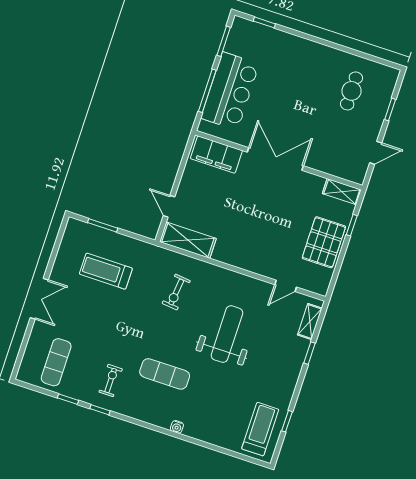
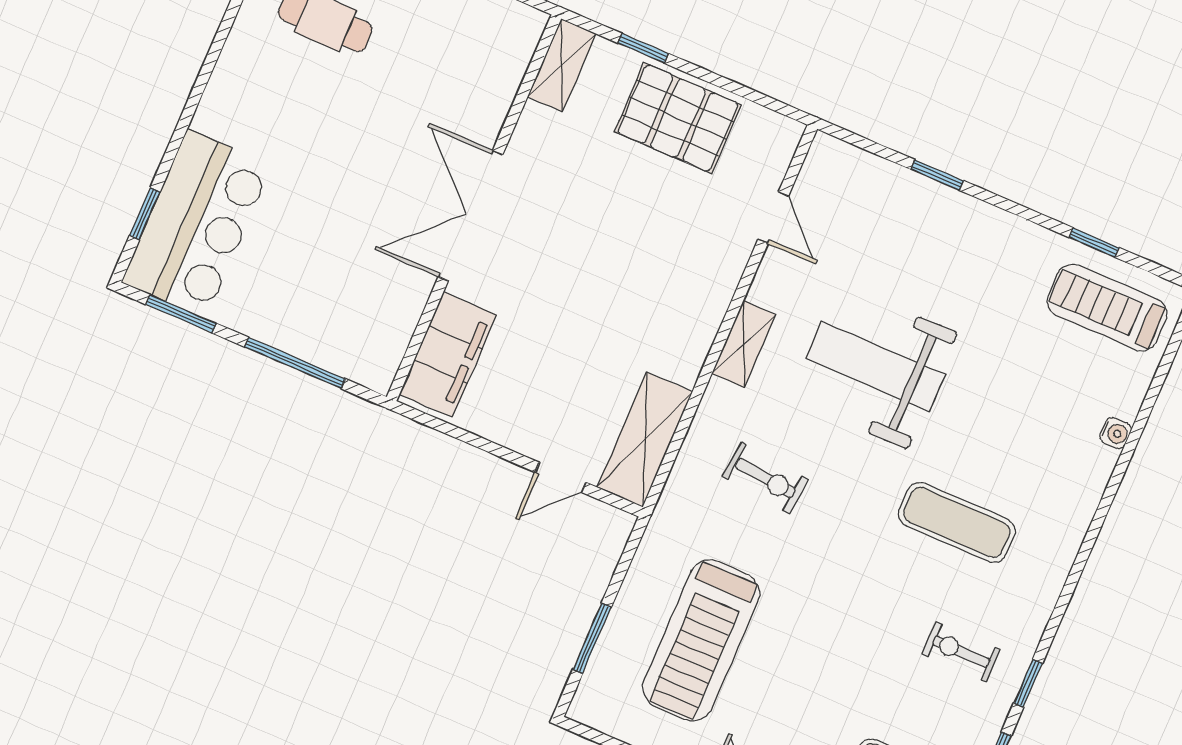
bar counter: (230, 91) -> (197, 224), moved, turned 90
treadmill: (106, 271) -> (701, 640), width x1.37, depth x1.38
shelving: (310, 322) -> (744, 344), moved, turned 90
exercise mat: (165, 374) -> (957, 522), turned 90
water cooler: (177, 427) -> (1115, 433), moved

